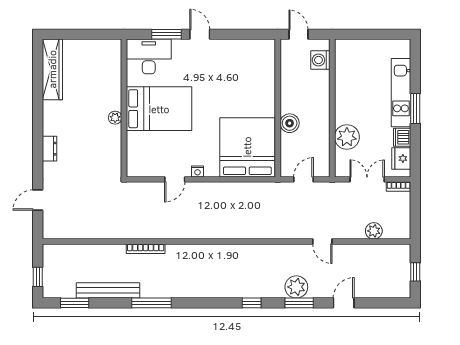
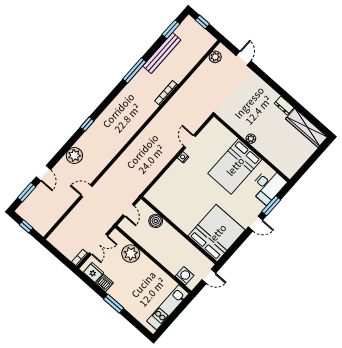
kitchen unit: (401, 93) -> (168, 307), moved, turned -90
boiler: (290, 123) -> (156, 221), moved
bed: (247, 147) -> (217, 233), moved, turned -90
dresser: (50, 149) -> (284, 105), moved
plant: (374, 231) -> (215, 57), moved
window: (299, 303) -> (27, 192), moved

